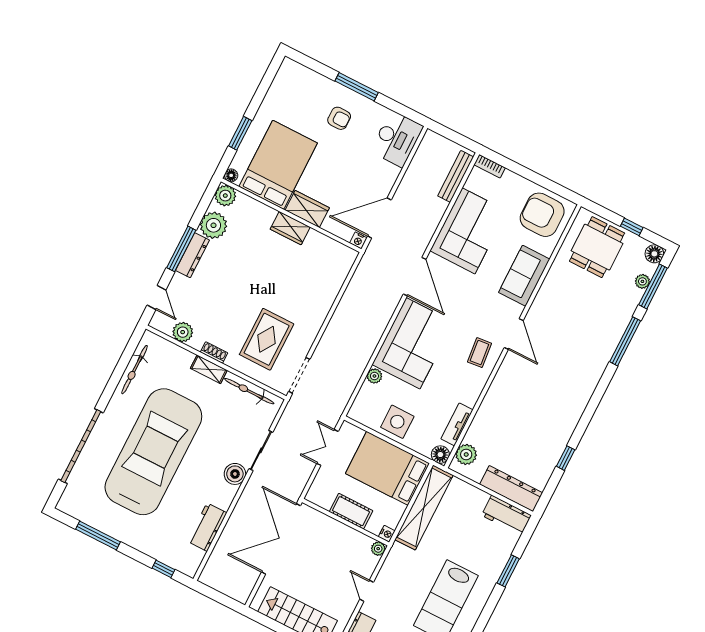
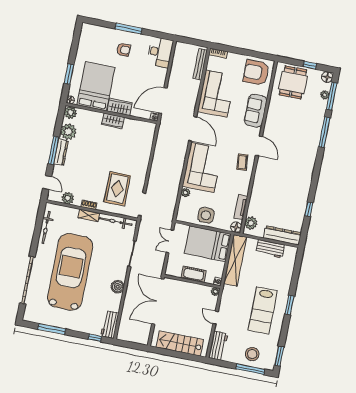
boiler: (235, 474) -> (118, 287), moved
workbench: (506, 515) -> (270, 249), moved
workbench: (207, 527) -> (110, 324), moved
window: (508, 571) -> (290, 305), moved

